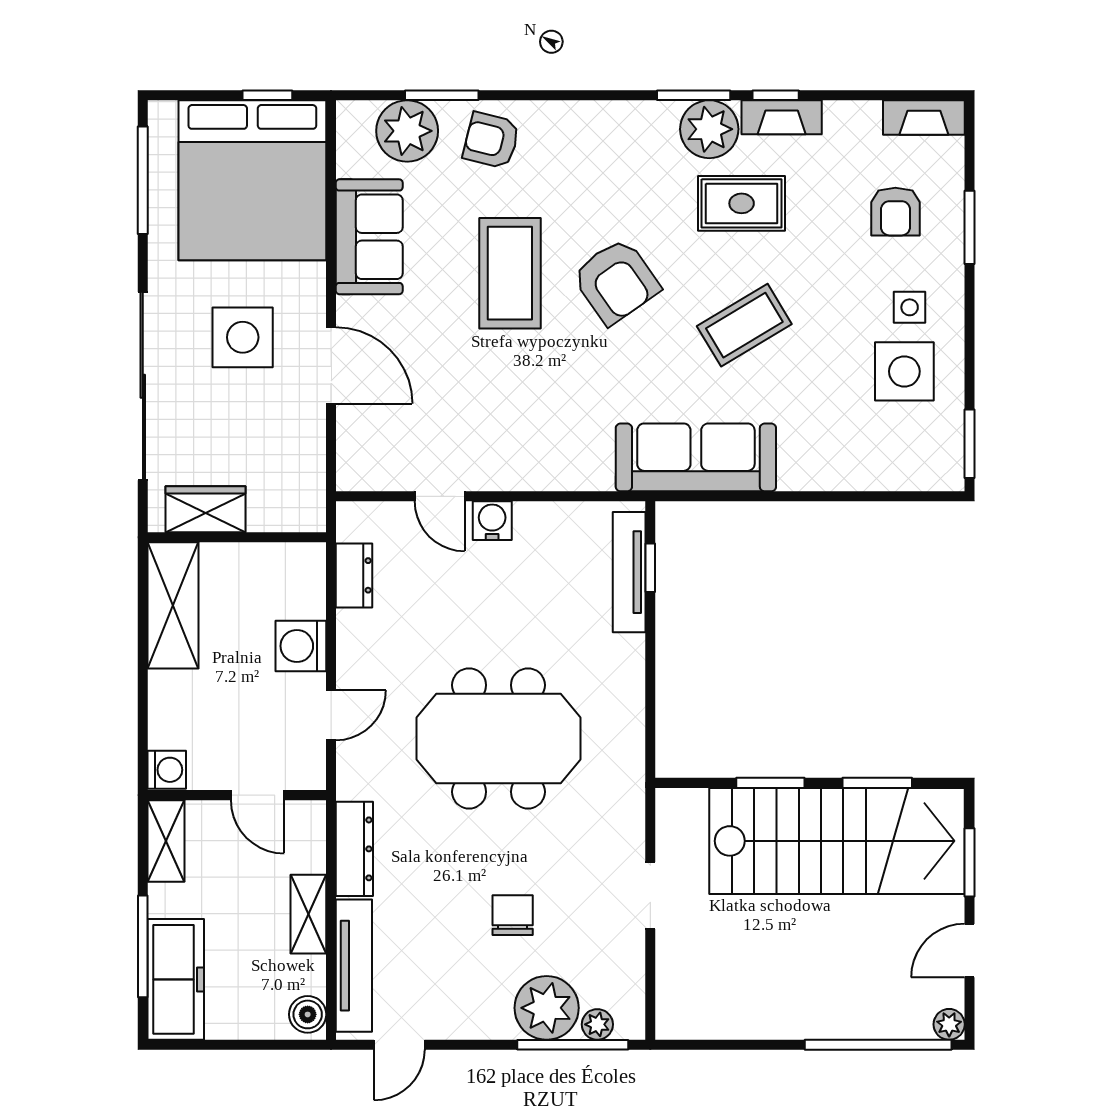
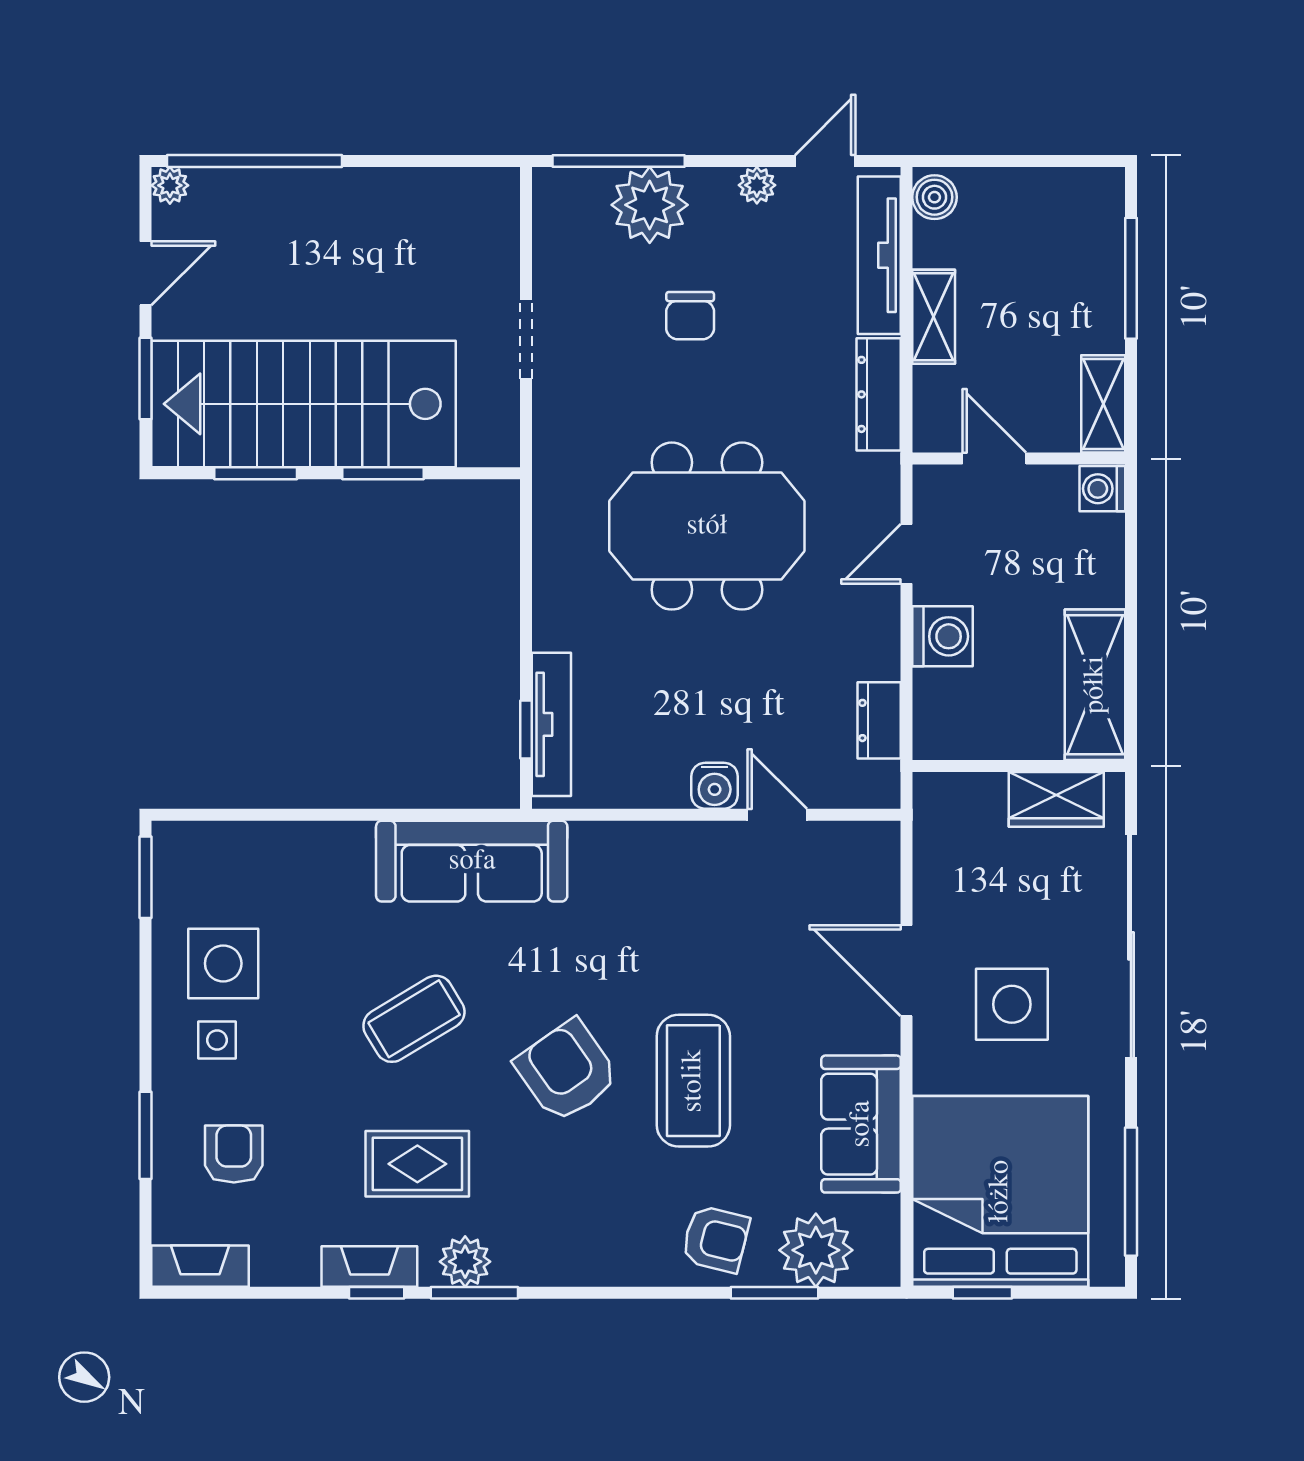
plant: (709, 129) -> (465, 1262), width x0.73, depth x0.73
freezer: (176, 979) -> (1092, 239), removed
plant: (597, 1024) -> (757, 185), moved

